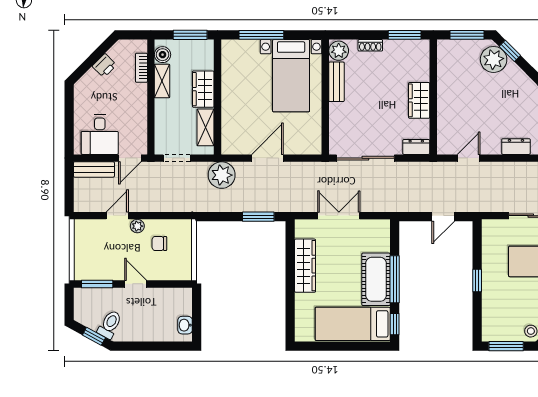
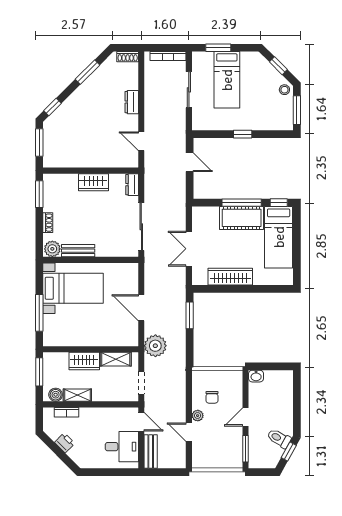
plant: (494, 59) -> (60, 121), removed
washbasin: (185, 325) -> (256, 376), moved

